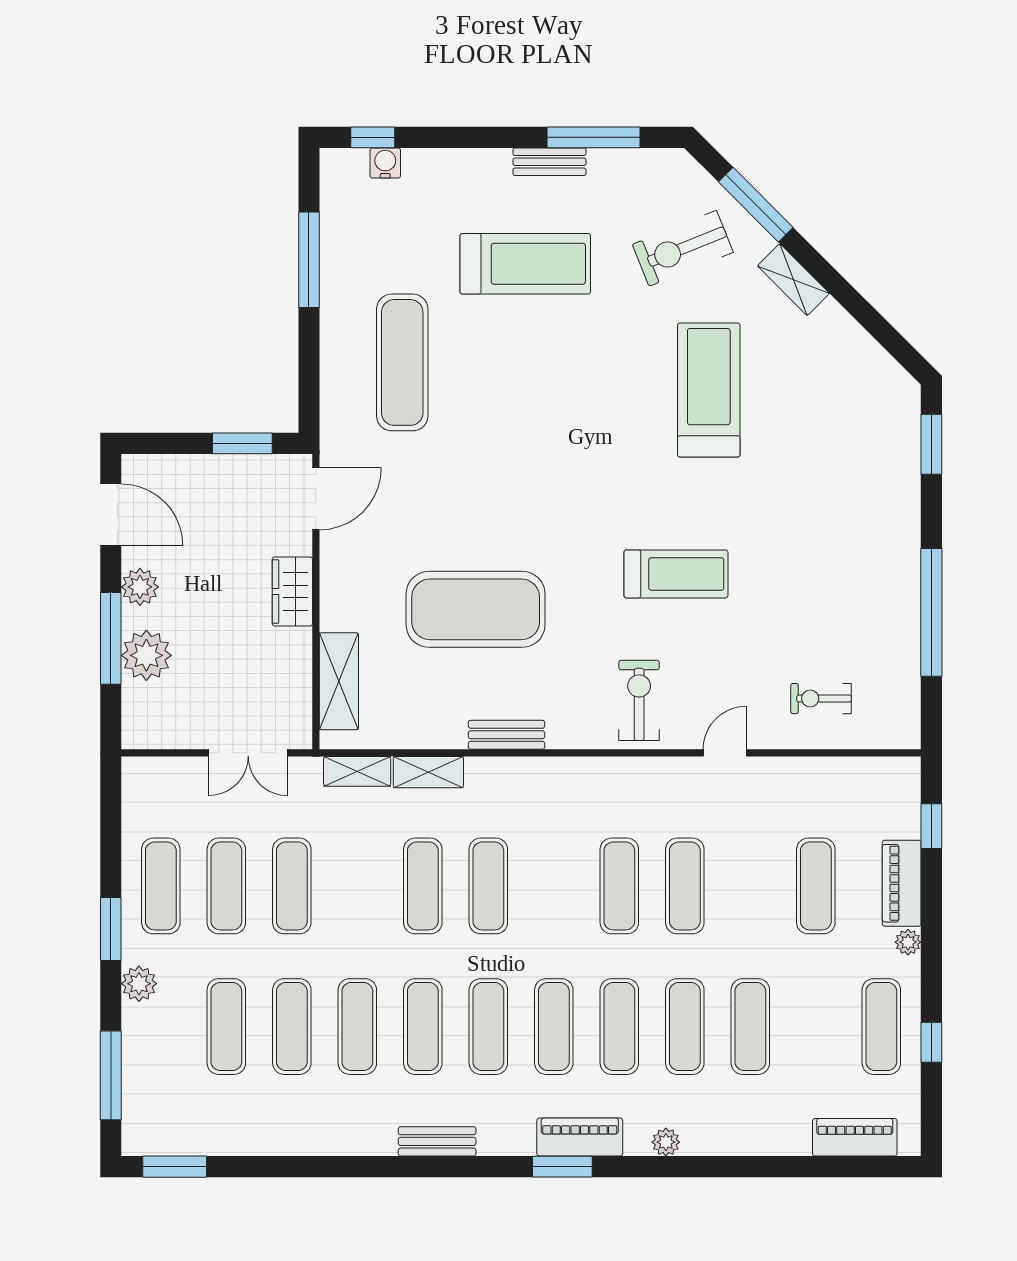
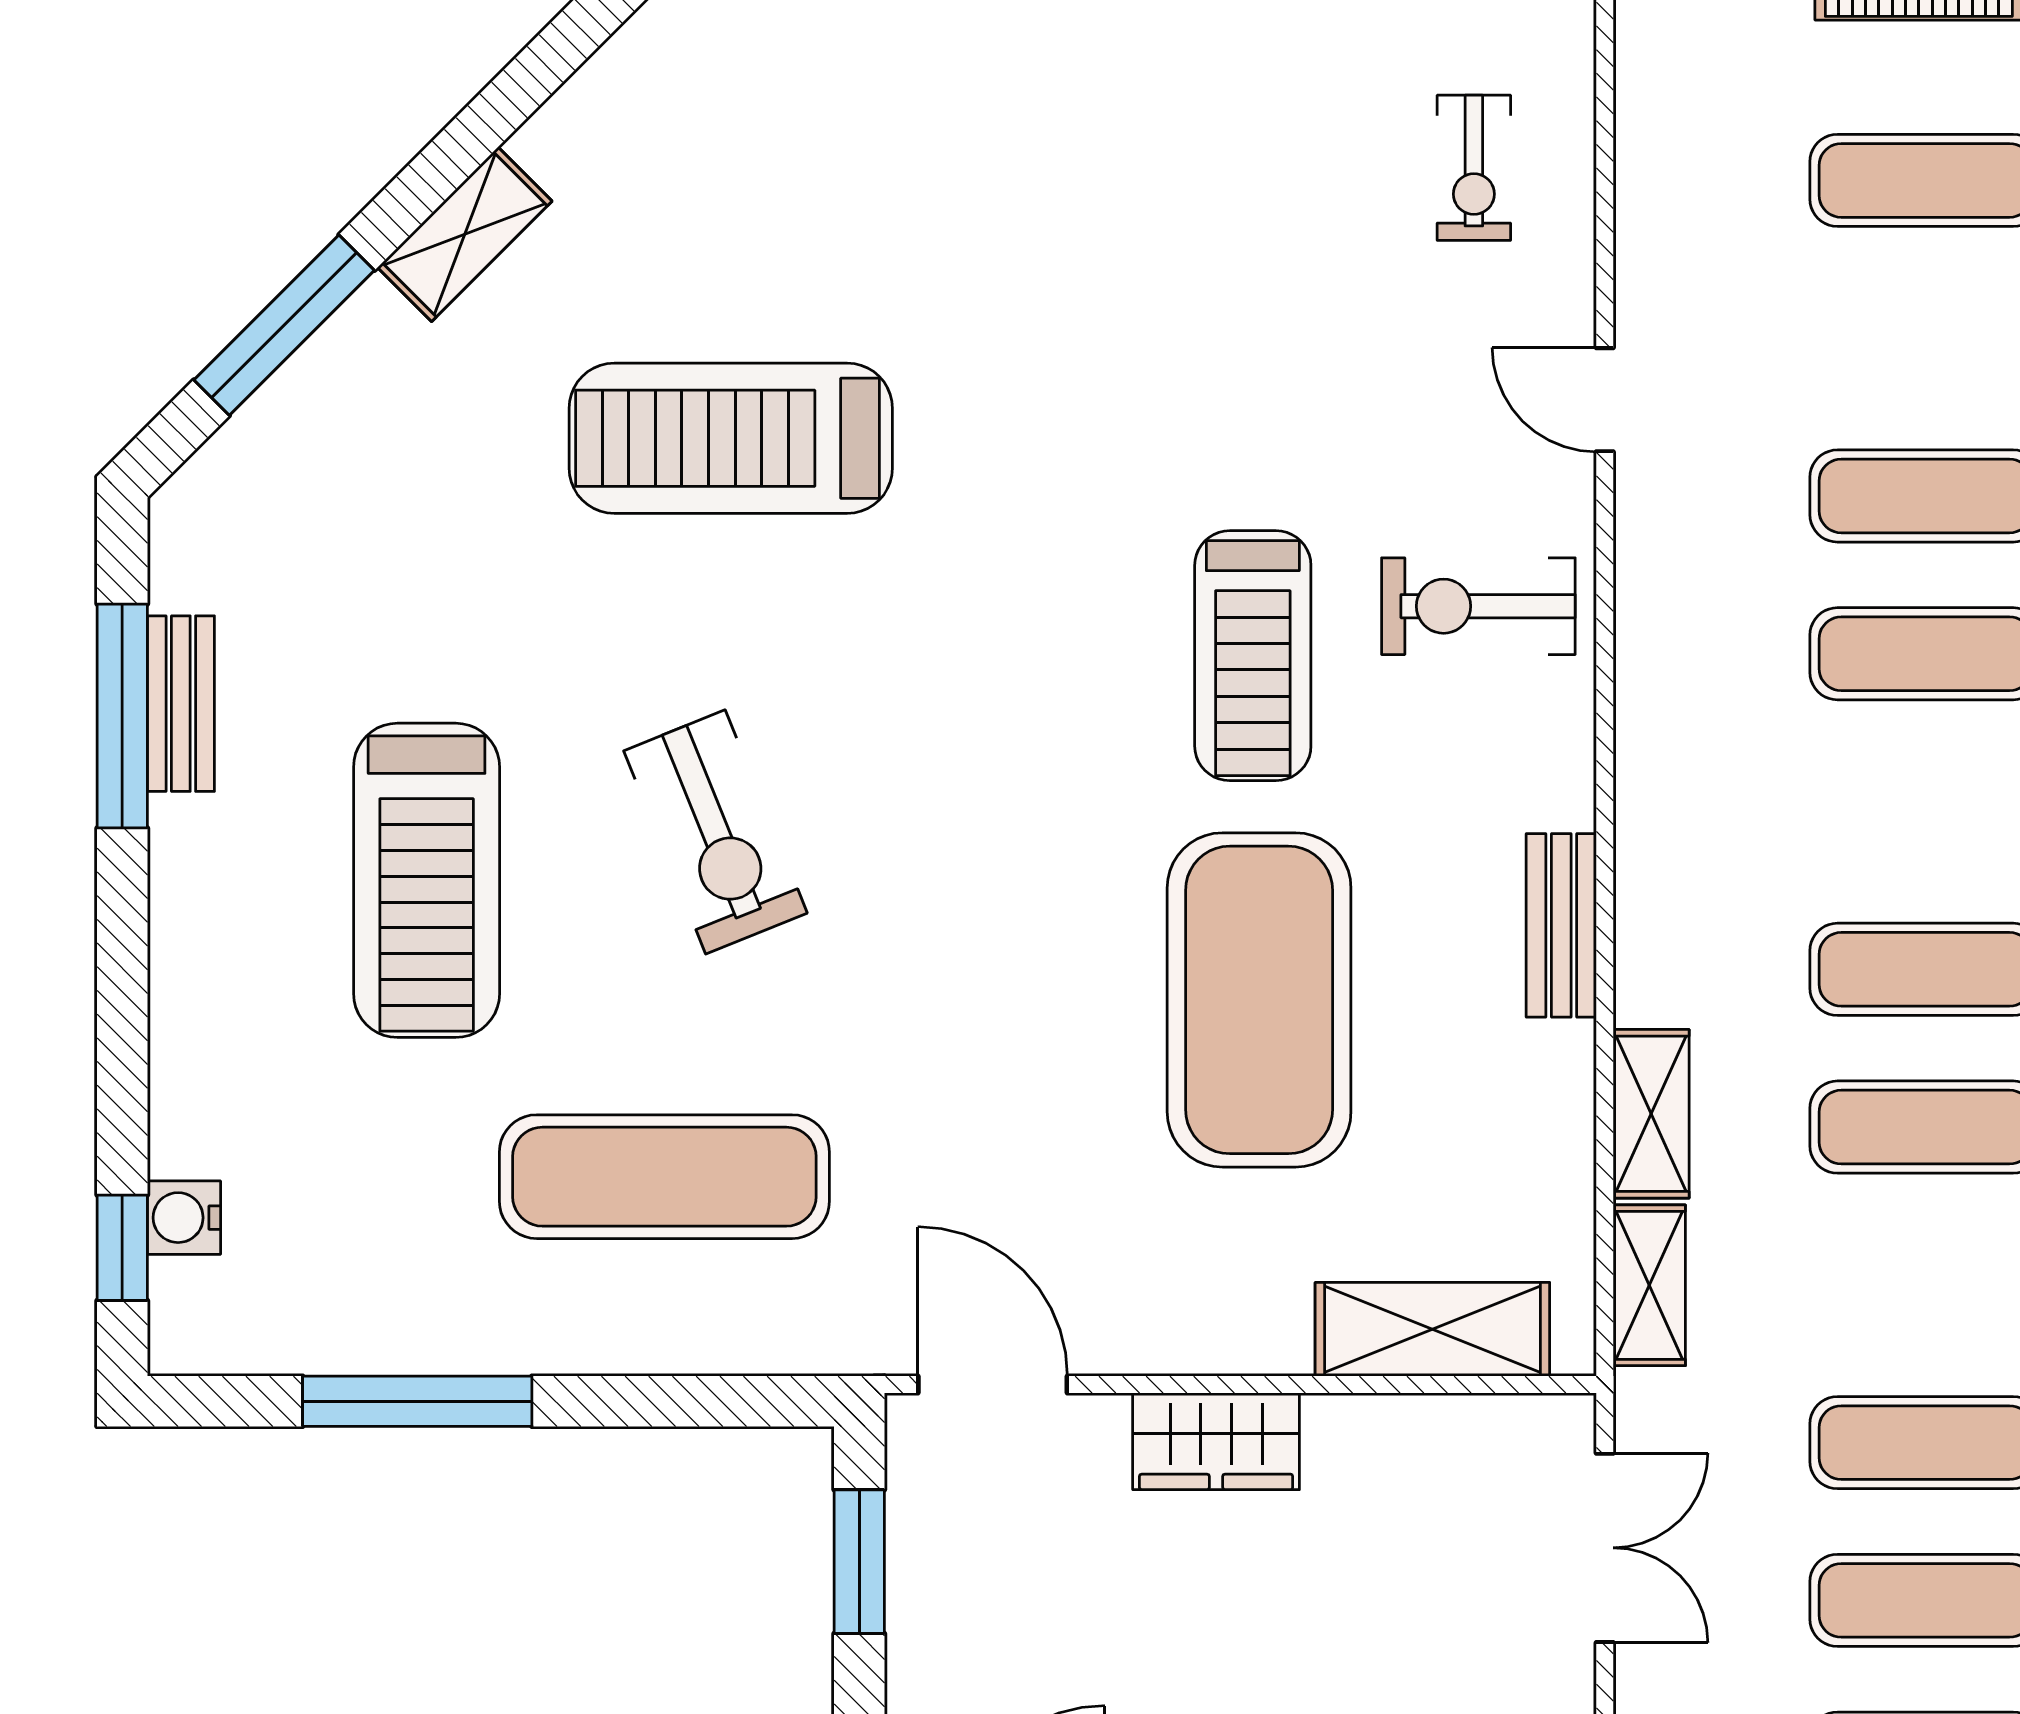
bench: (549, 162) -> (181, 704), moved
exercise bike: (683, 248) -> (715, 832), moved
treadmill: (525, 264) -> (427, 880), turned 180
treadmill: (676, 574) -> (1253, 656), moved, turned 180

